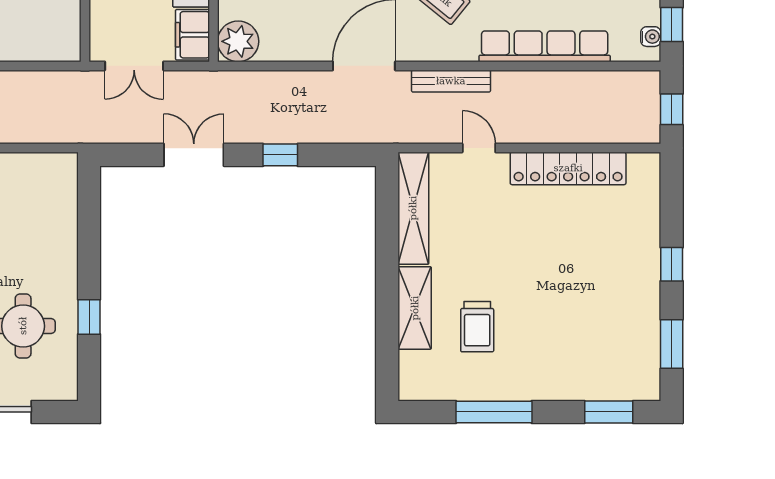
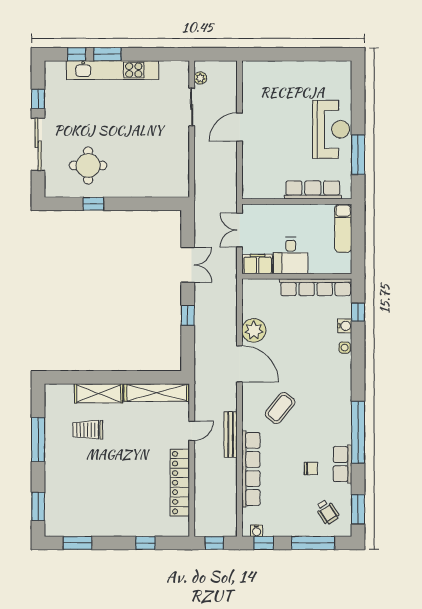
plant: (238, 41) -> (254, 330), moved
bench: (451, 81) -> (231, 434), moved
window: (672, 264) -> (145, 543), moved

